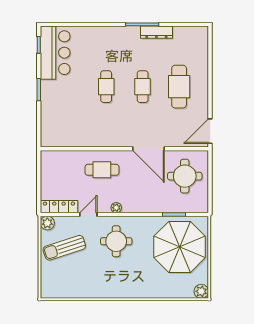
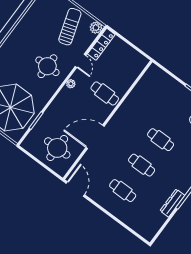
cafe table: (179, 87) -> (123, 191), width x0.73, depth x0.74
cafe table: (102, 170) -> (105, 93), turned 90

